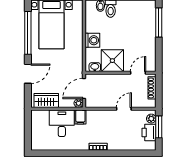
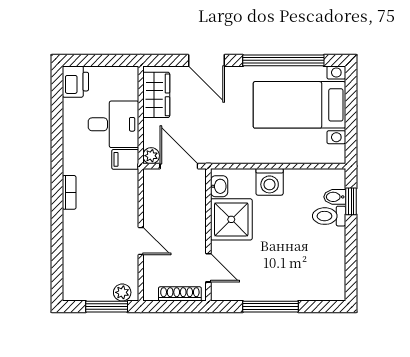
window: (159, 22) -> (271, 307), moved
printer: (149, 132) -> (75, 82), moved, turned 90

